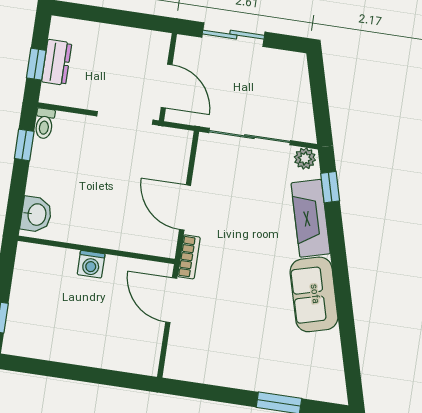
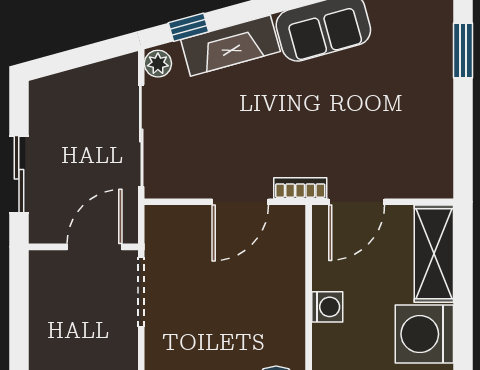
washing machine: (58, 338) -> (424, 334), added
shelving: (121, 356) -> (434, 254), added

